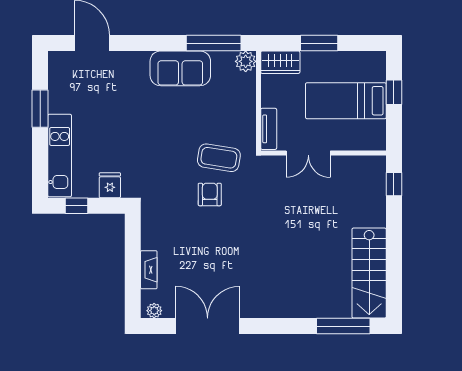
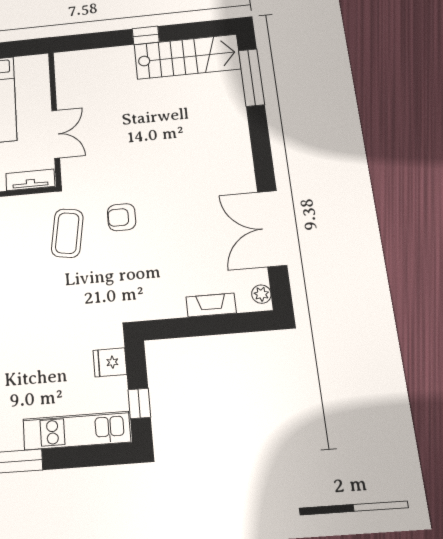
window: (394, 184) -> (146, 35), moved
armchair: (210, 194) -> (122, 217), moved

